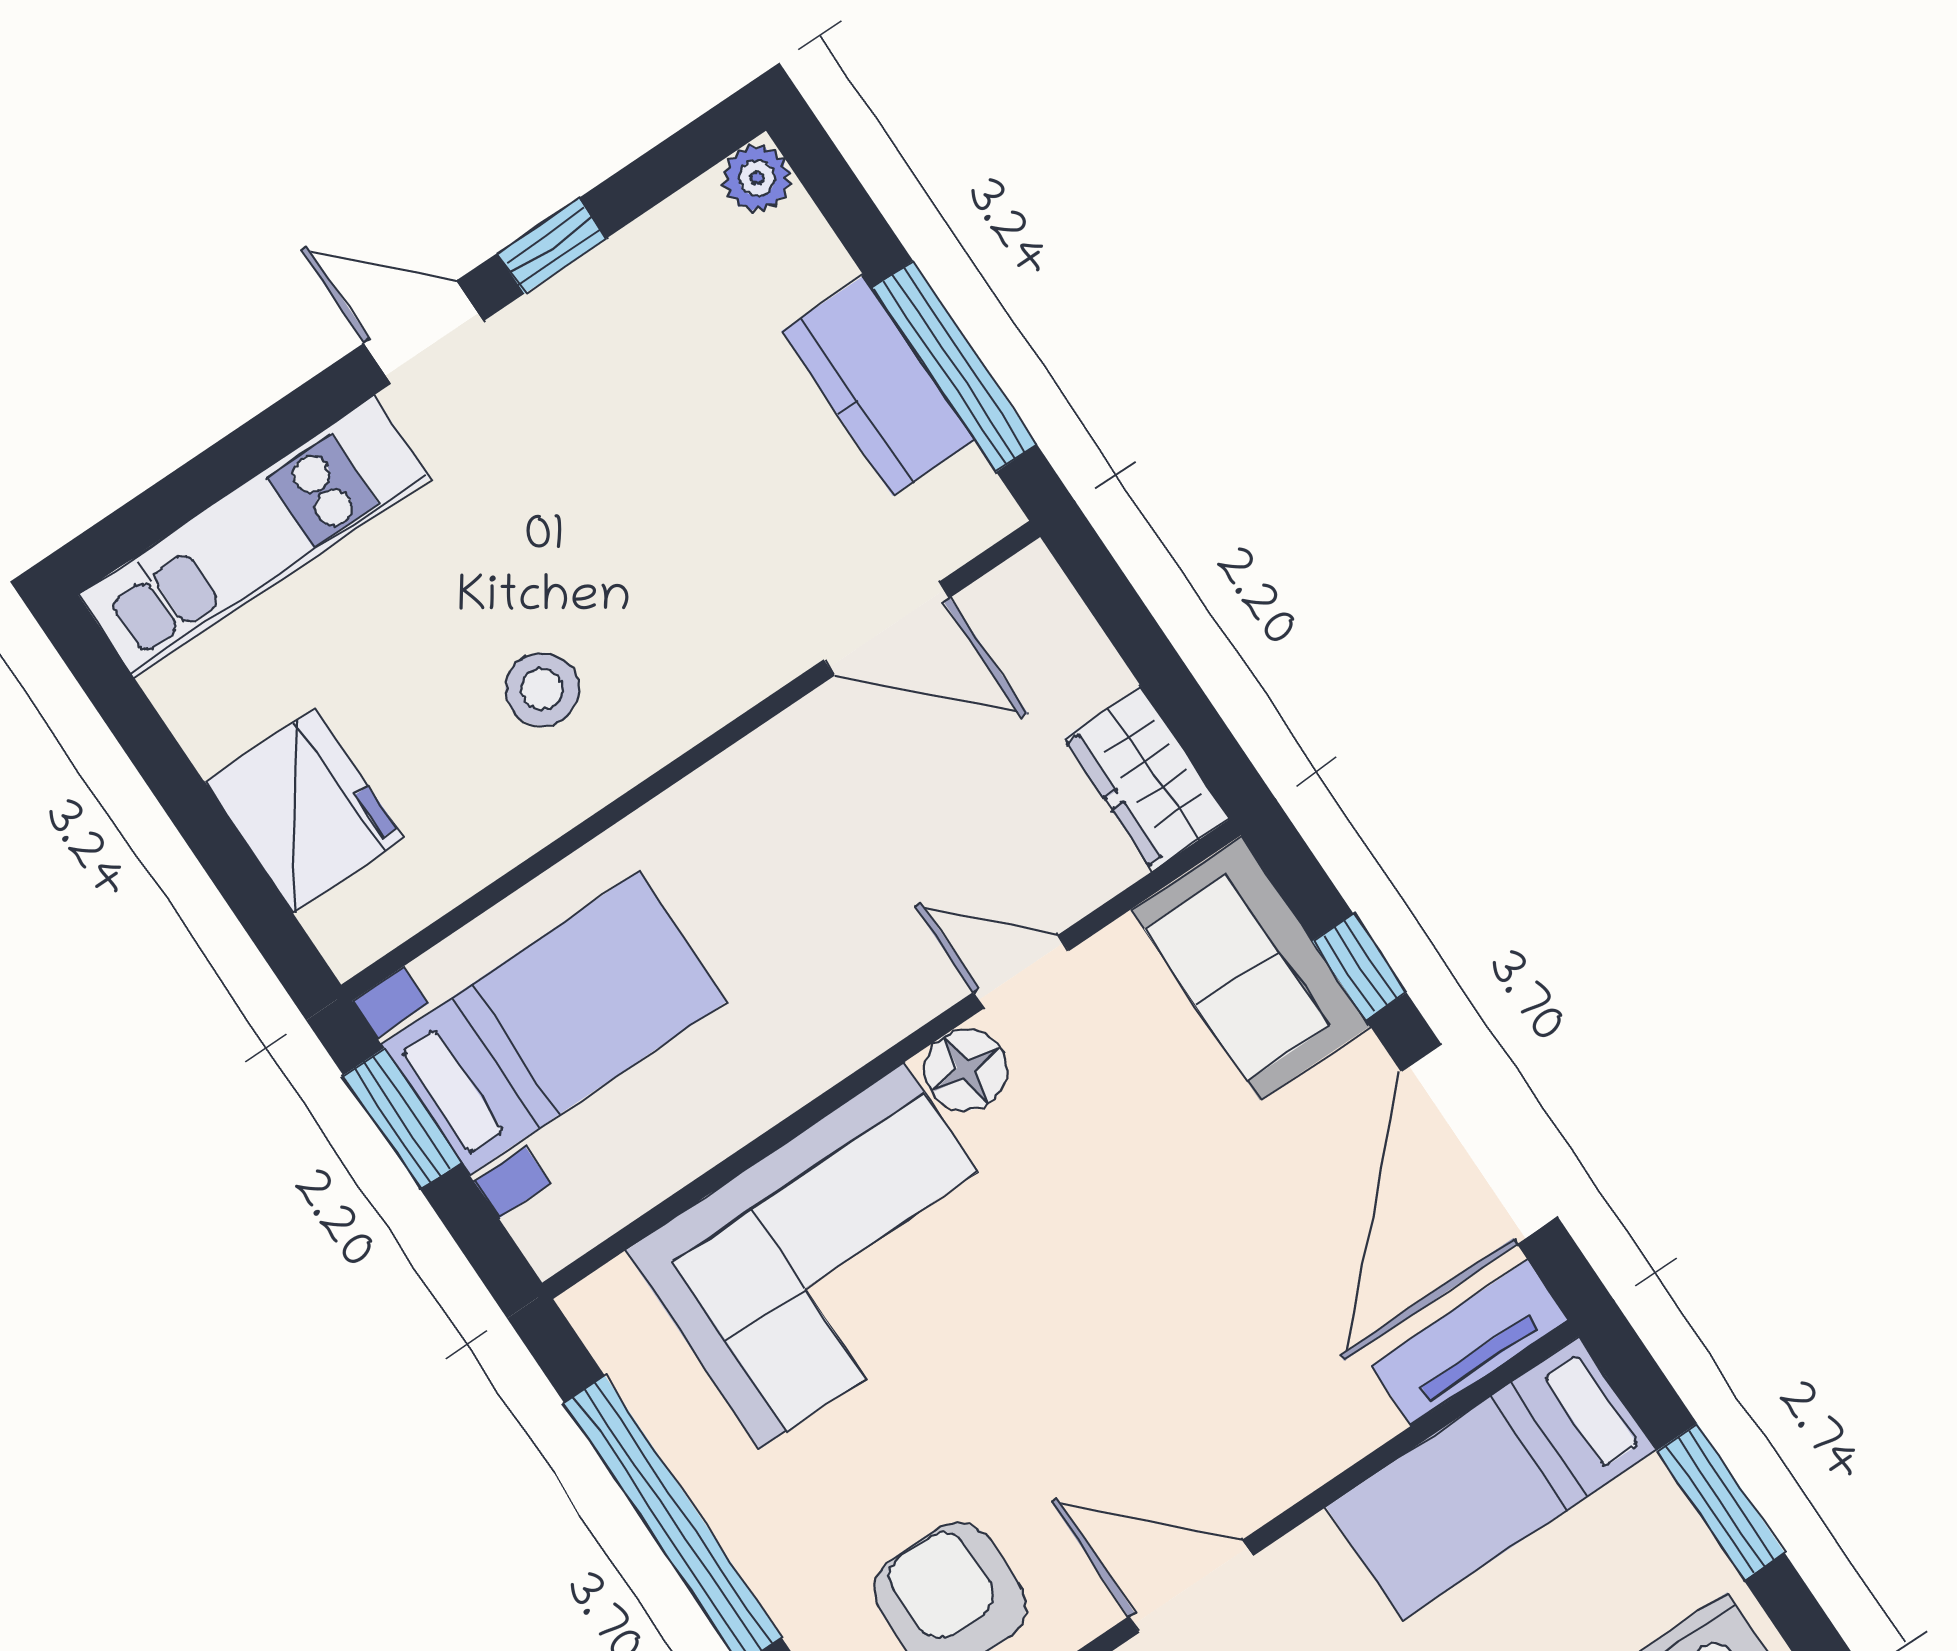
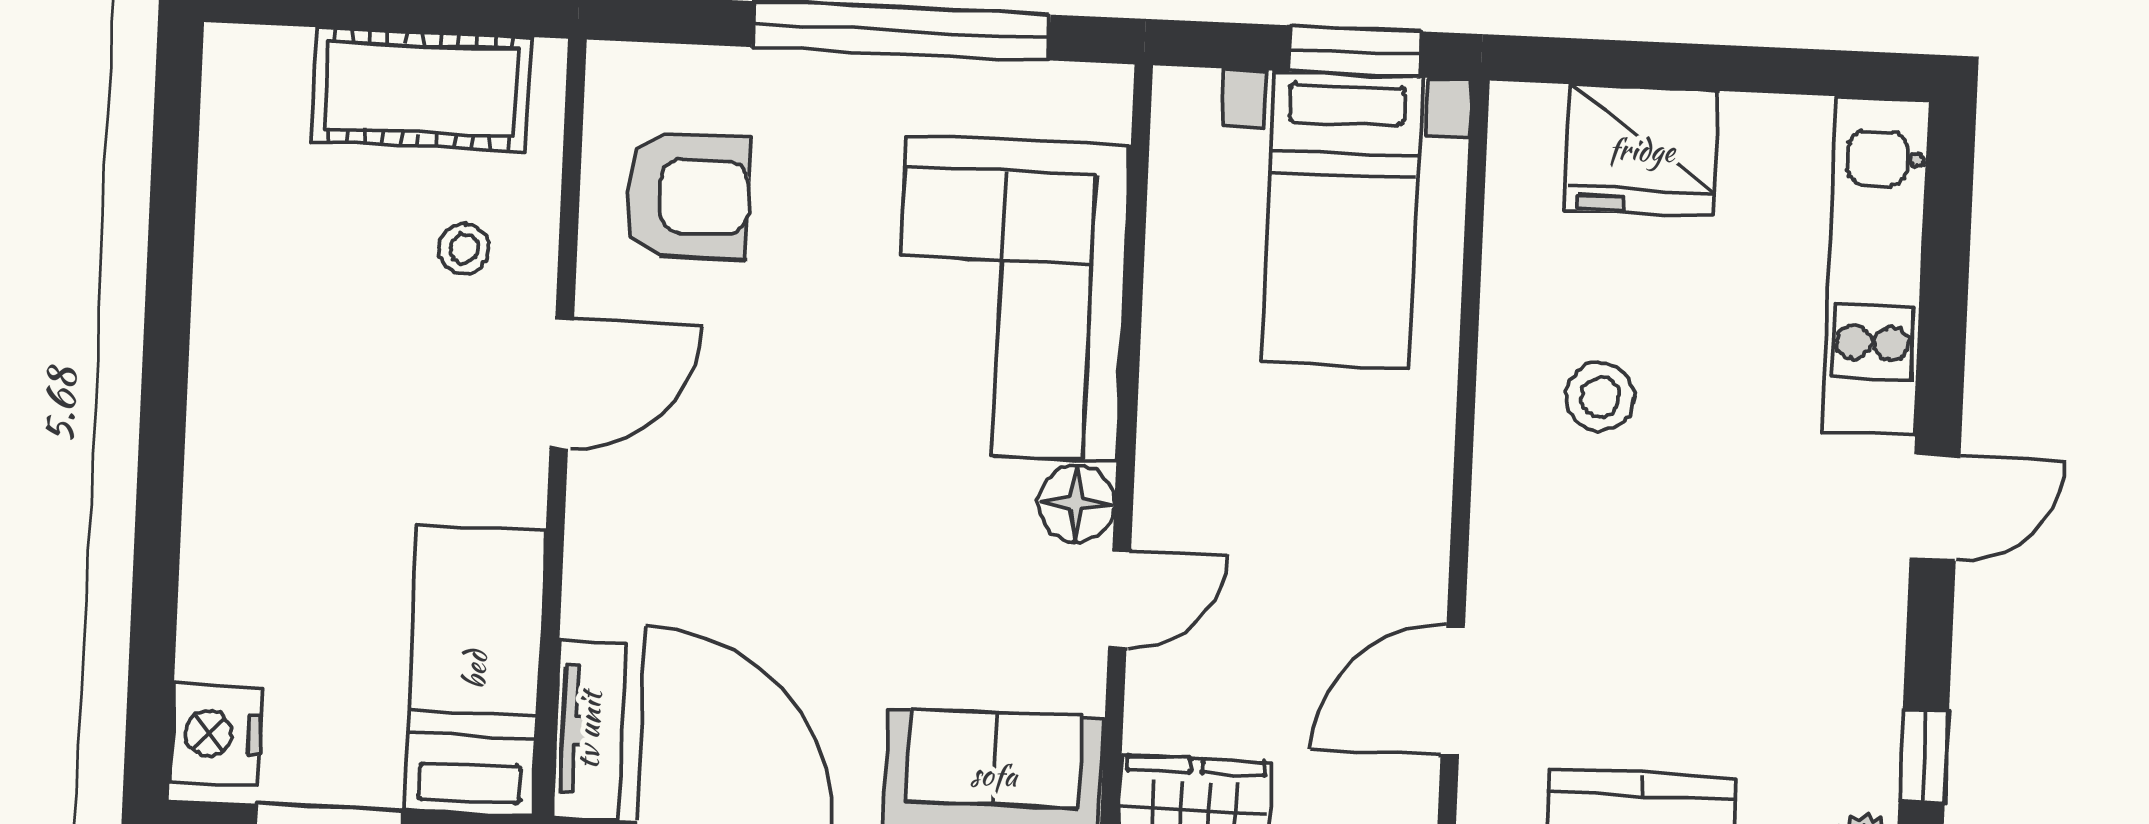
window: (552, 246) -> (1924, 756), moved

